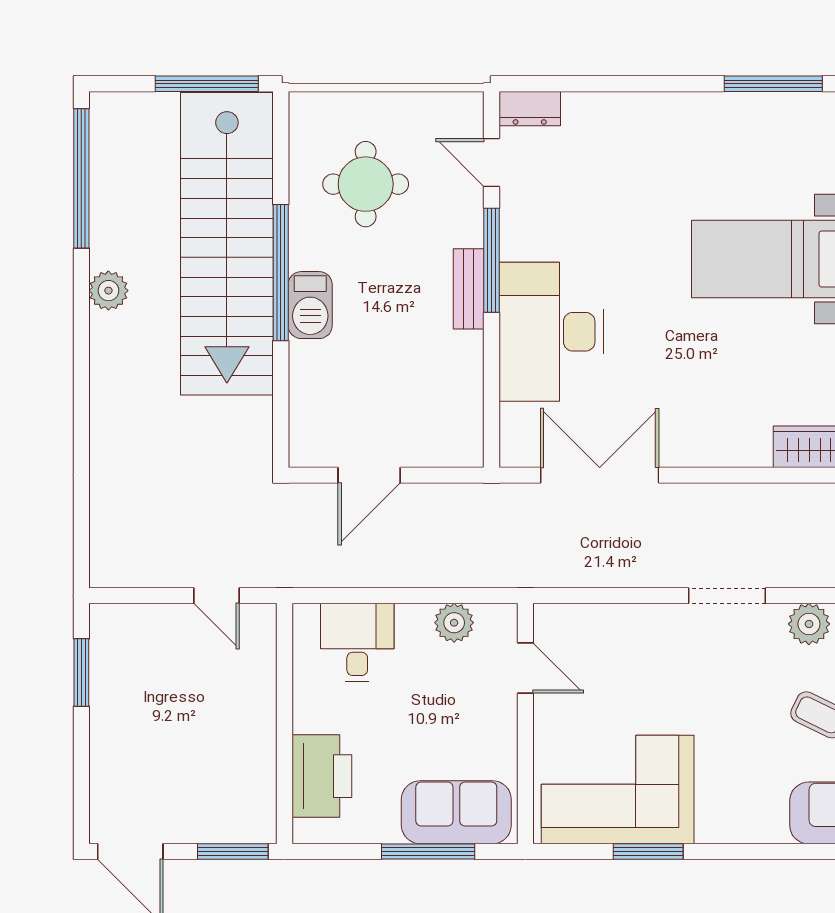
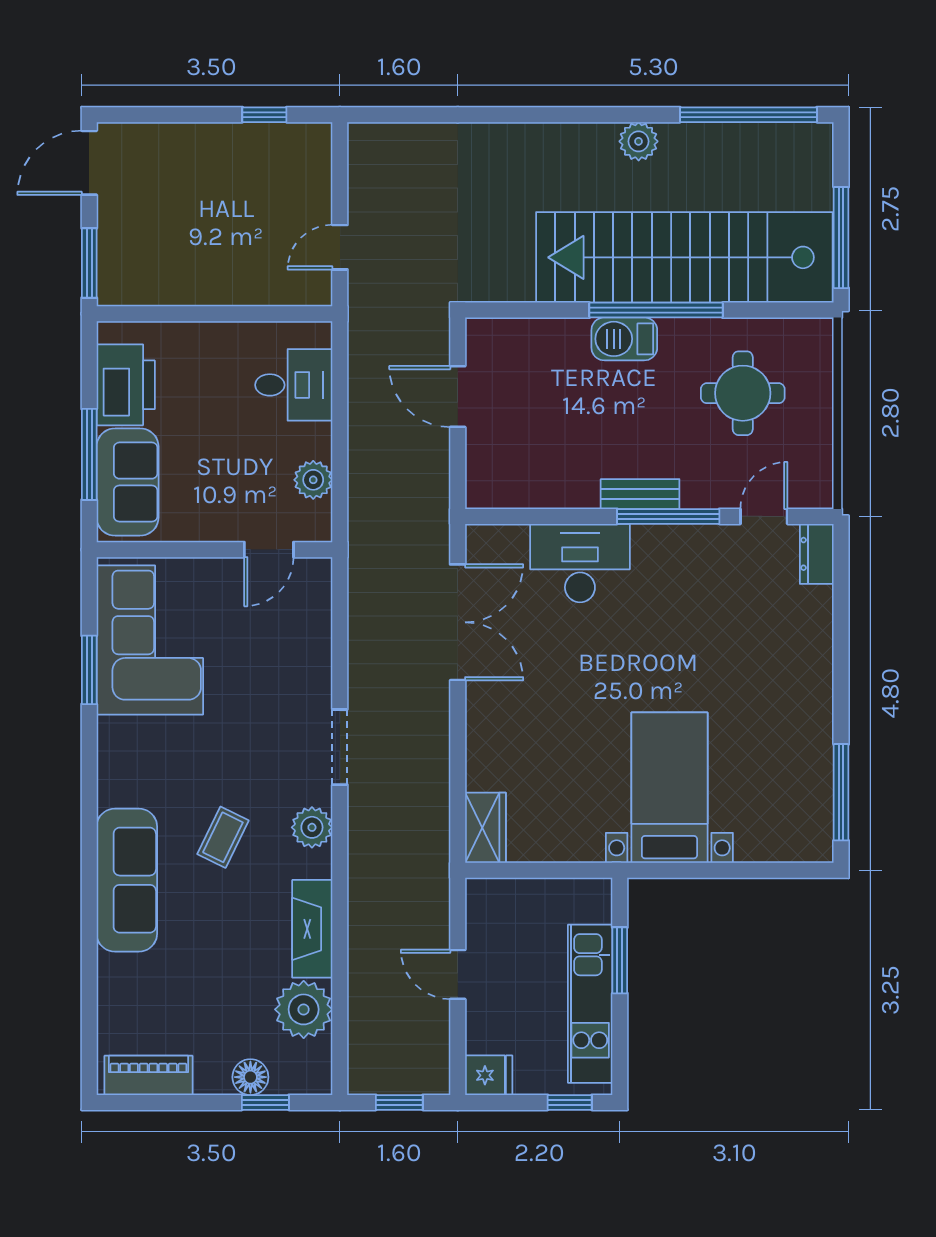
desk: (551, 332) -> (580, 563), width x0.73, depth x0.77
window: (81, 673) -> (264, 115), width x0.67
printer: (322, 776) -> (126, 385), moved, turned -90

